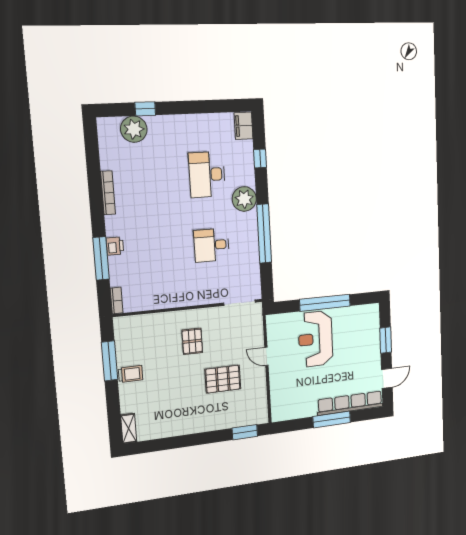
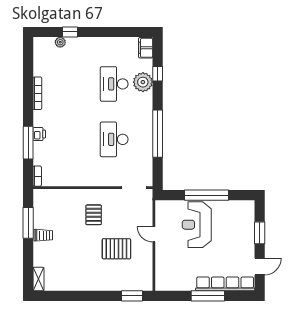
plant: (134, 129) -> (60, 42), width x0.53, depth x0.53
plant: (244, 199) -> (143, 82), moved
desk: (212, 245) -> (114, 139), width x1.37

